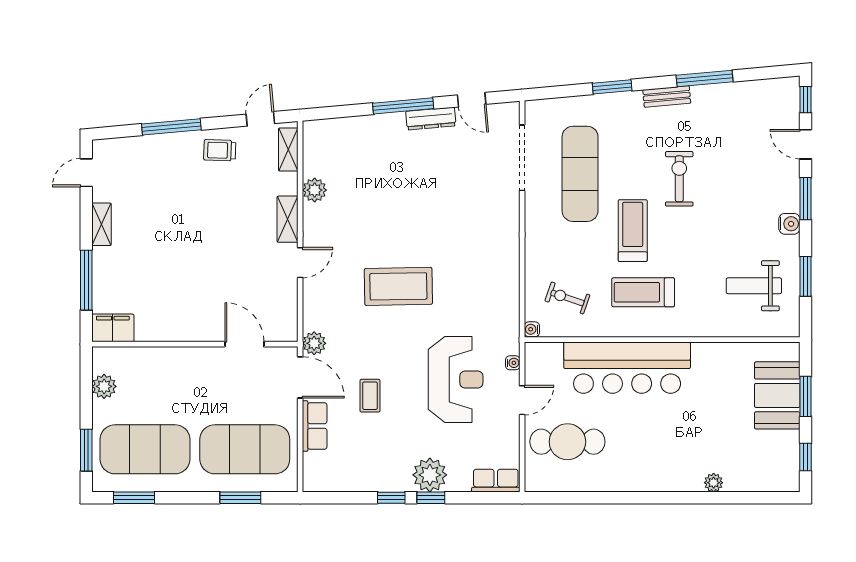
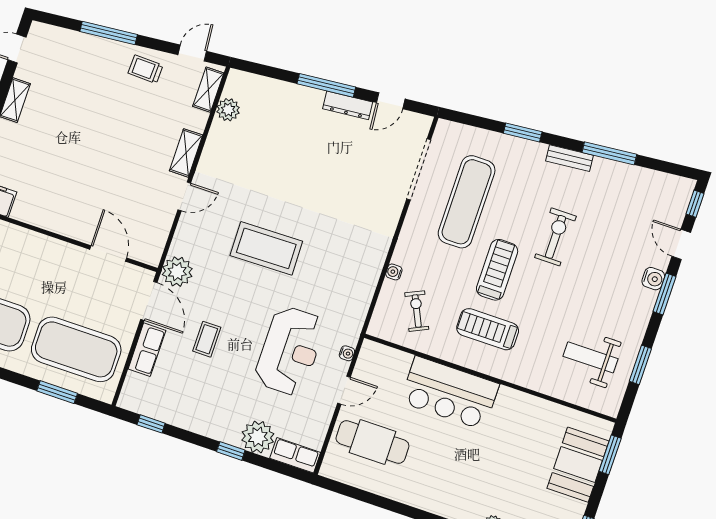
door: (472, 100) -> (391, 101), hinge flipped
plant: (315, 190) -> (228, 110), moved
water cooler: (789, 224) -> (653, 279), moved
exercise bike: (567, 298) -> (417, 311), turned 46
water cooler: (532, 329) -> (394, 272), moved
plant: (314, 343) -> (177, 272), width x1.36, depth x1.36
bar counter: (627, 368) -> (450, 393), width x0.73
window: (806, 396) -> (610, 455), moved
plant: (430, 475) -> (258, 437), moved
window: (391, 498) -> (151, 424), moved

